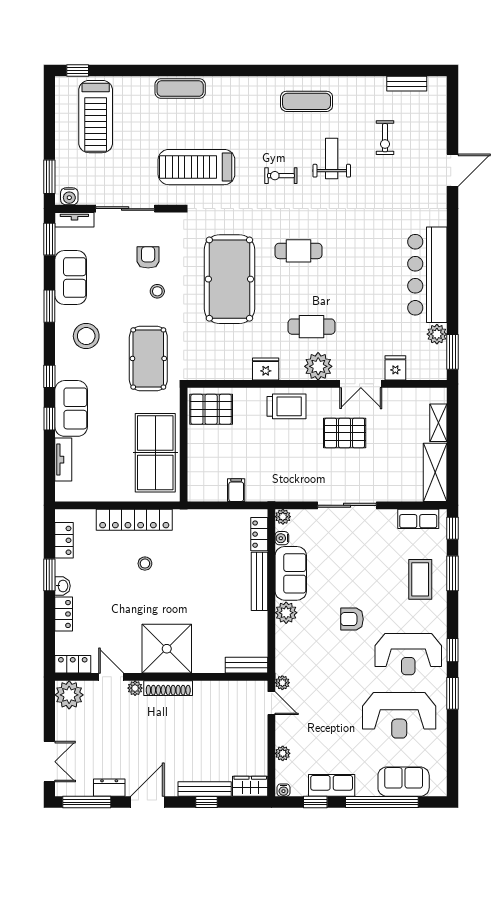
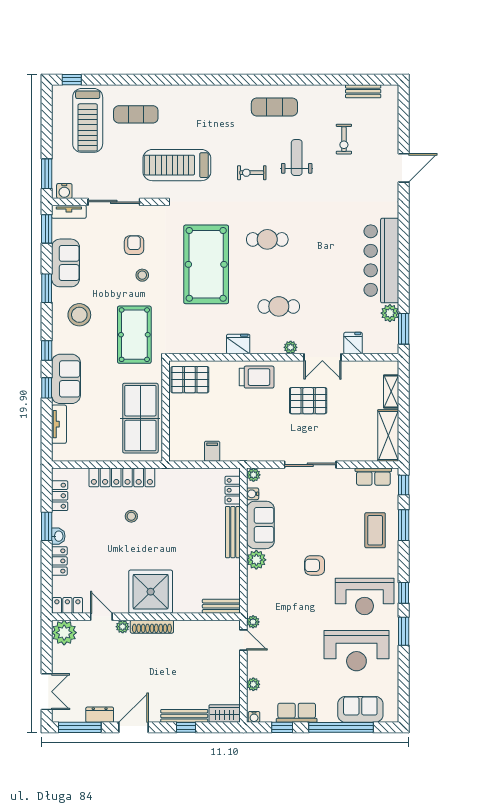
exercise mat: (180, 89) -> (136, 114), moved
plant: (318, 366) -> (291, 347), width x0.53, depth x0.53

